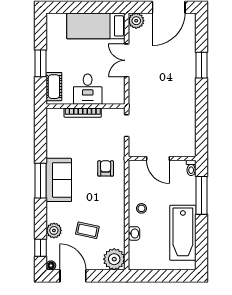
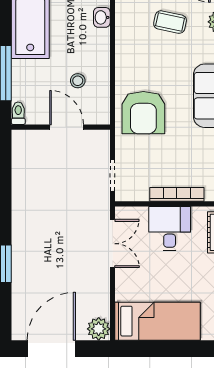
double door: (127, 60) -> (112, 244), moved
armchair: (106, 168) -> (143, 113), width x1.88, depth x1.88
stool: (141, 208) -> (78, 81), moved

